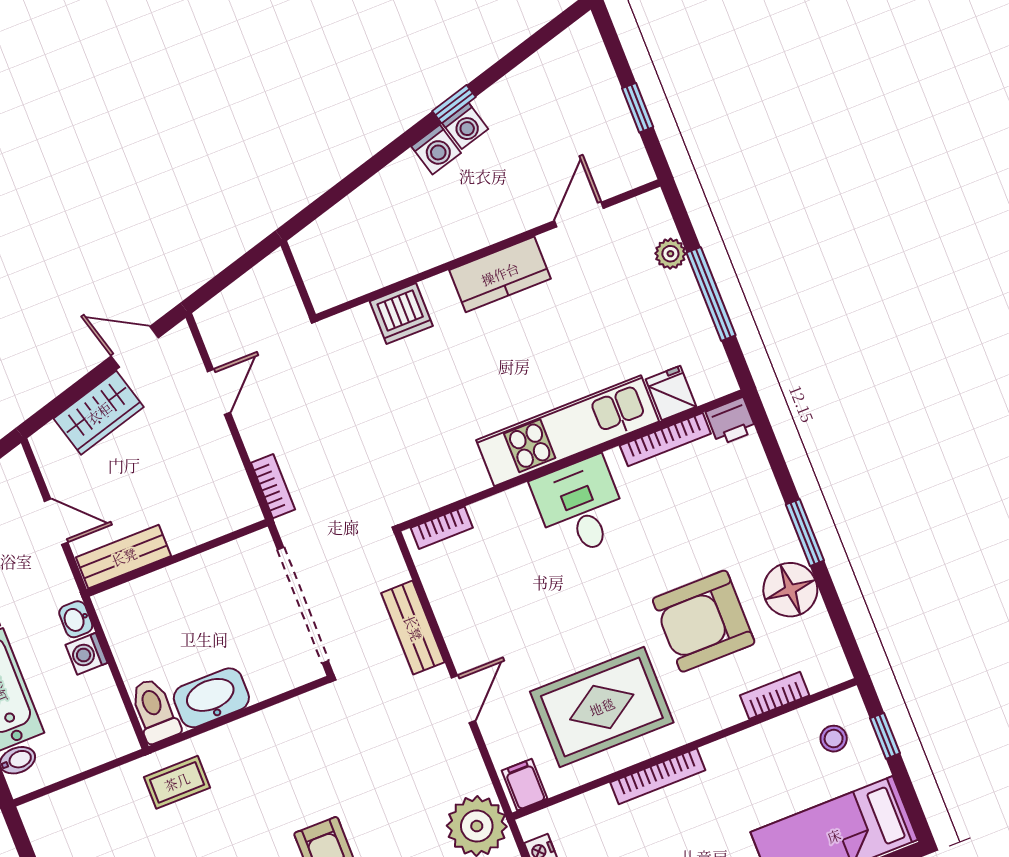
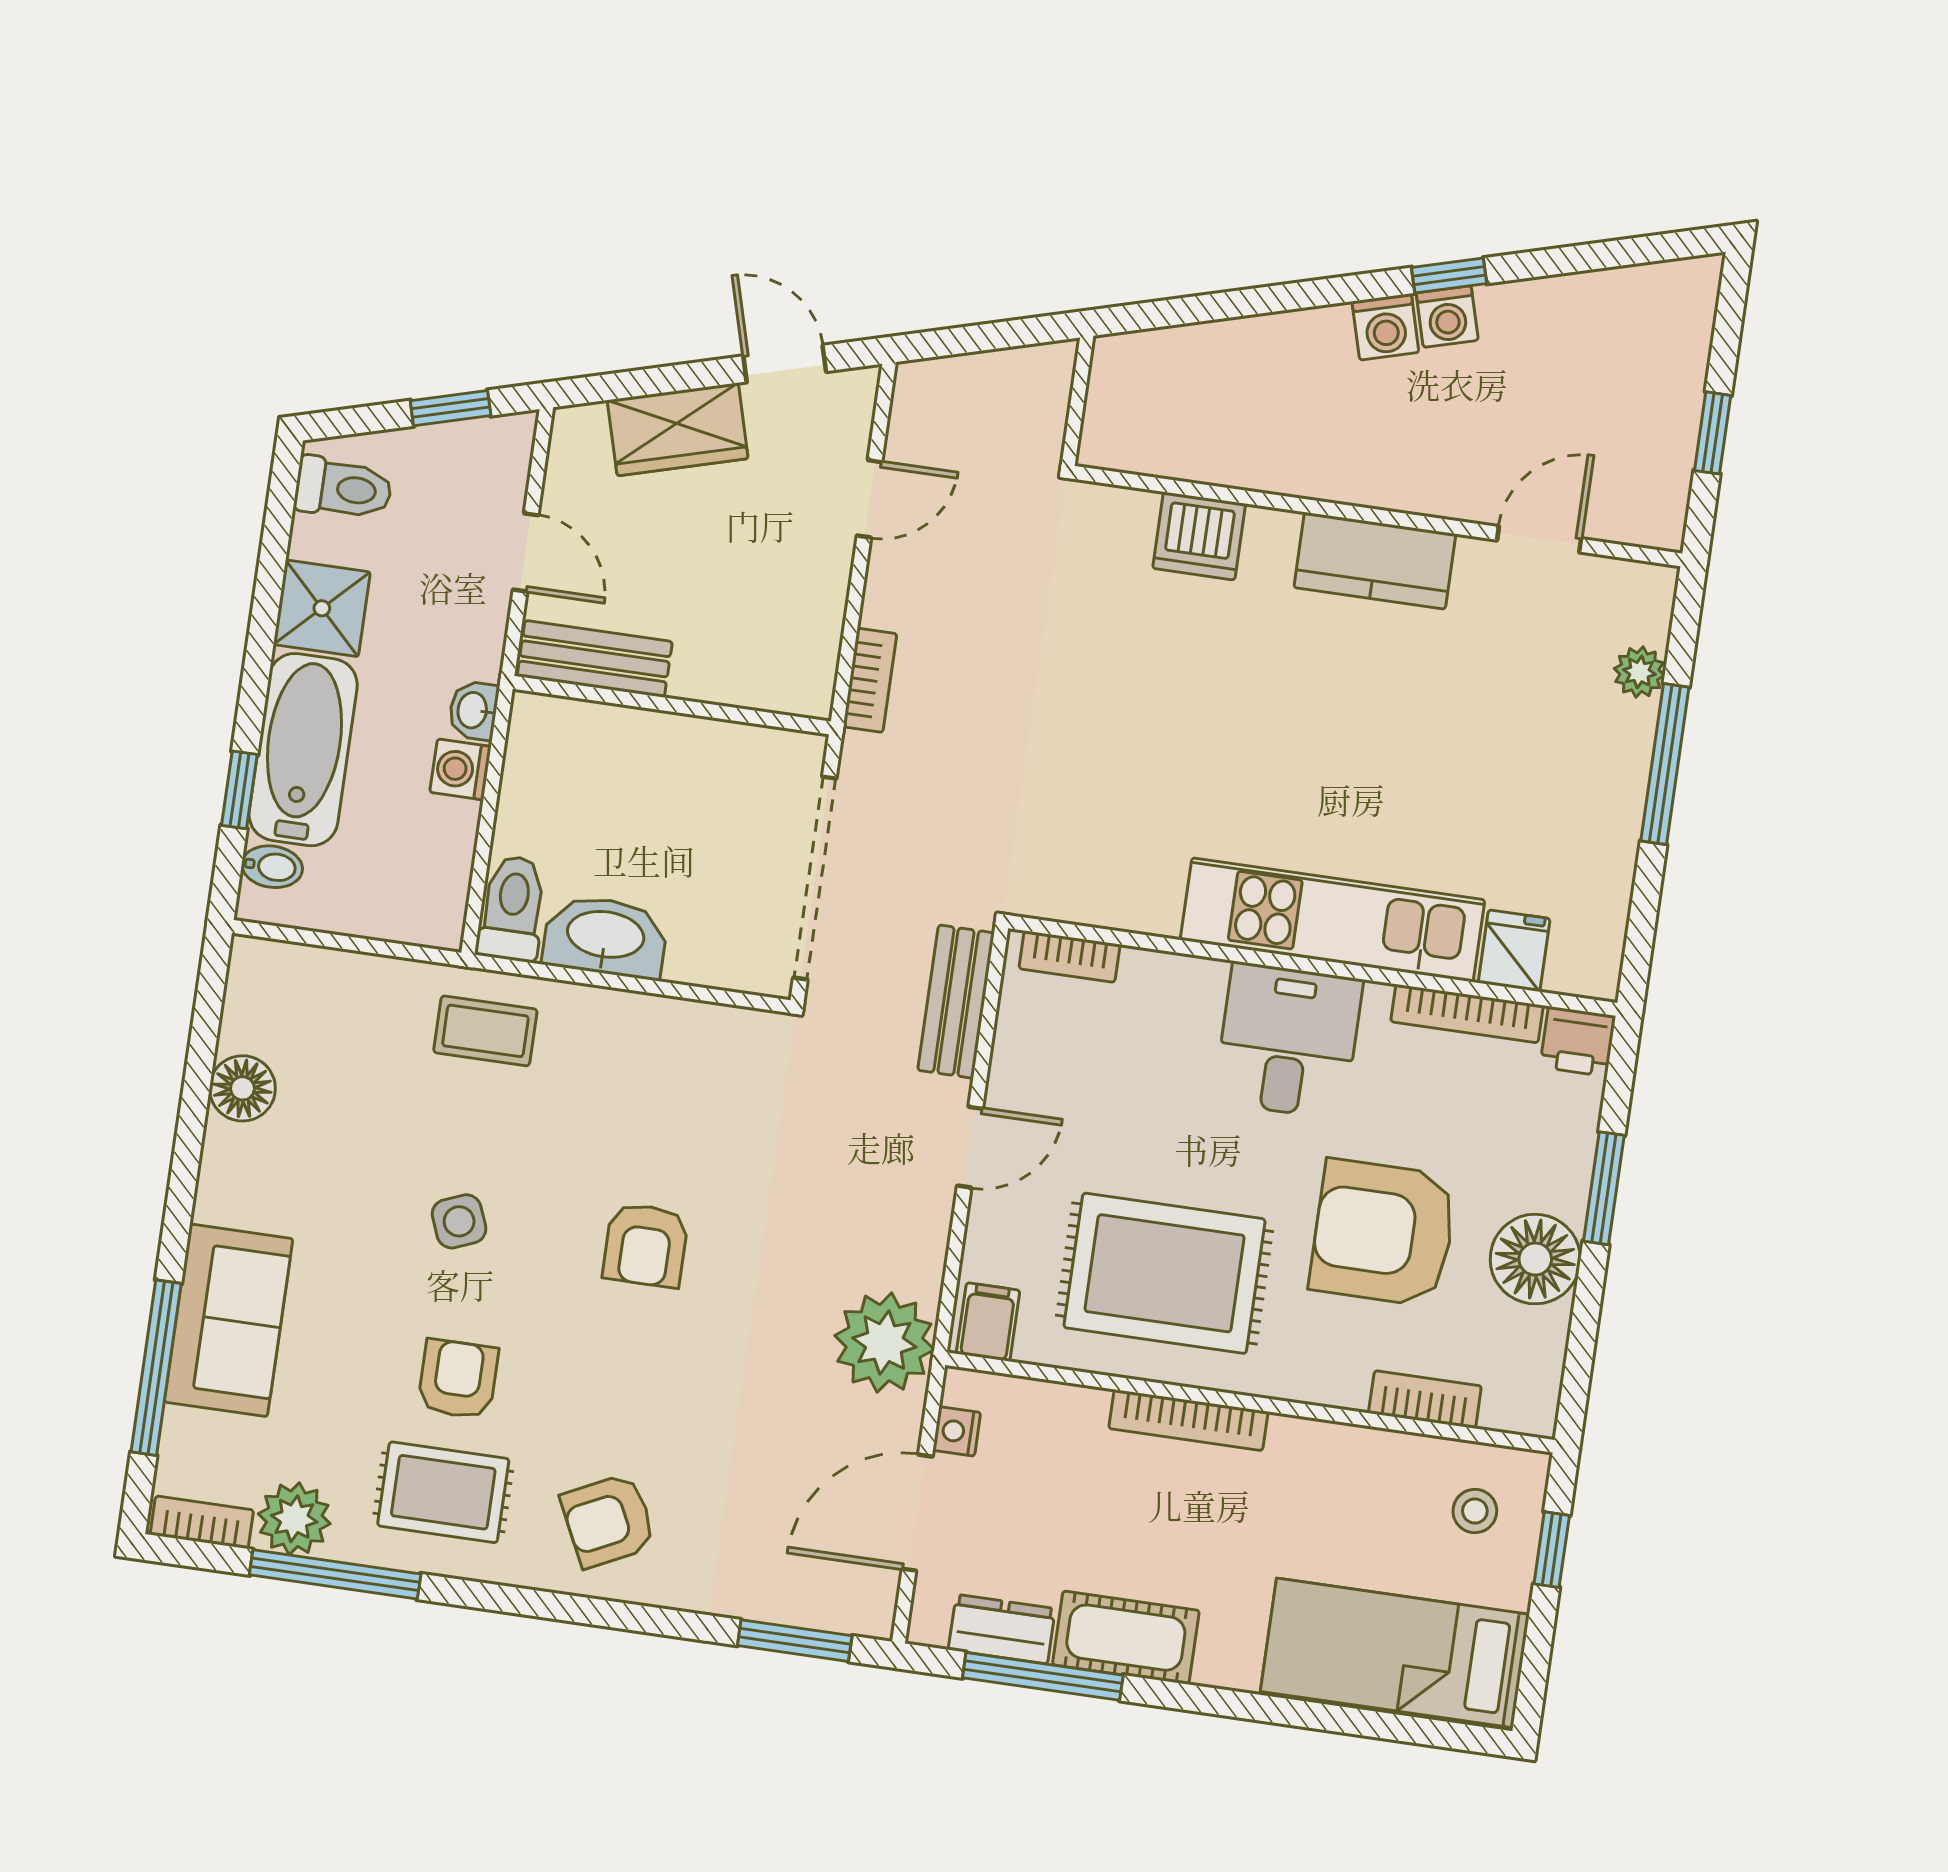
fridge: (671, 393) -> (1514, 951), moved
printer: (731, 421) -> (1578, 1041), moved
kitchen unit: (568, 431) -> (1333, 920), moved
bookcase: (665, 440) -> (1467, 1014), moved
wall: (571, 460) -> (1313, 966), moved
desk: (580, 507) -> (1288, 1041), moved
bookcase: (442, 528) -> (1069, 957), moved

